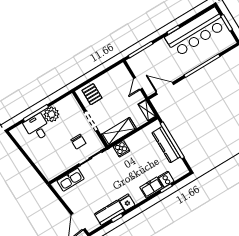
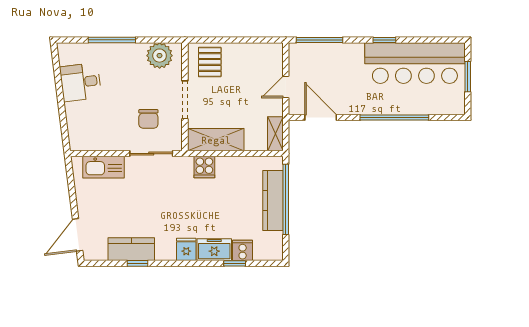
plant: (51, 114) -> (160, 56), moved
desk: (37, 127) -> (81, 82), moved, turned -97
fridge: (127, 202) -> (186, 249), moved

